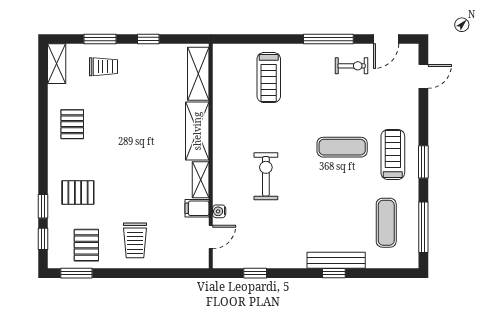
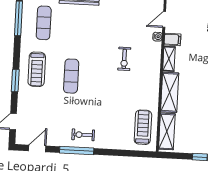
exercise bike: (352, 66) -> (83, 135), moved
treadmill: (269, 78) -> (143, 127), moved
exercise mat: (342, 147) -> (71, 76), turned 90
window: (423, 162) -> (15, 81), moved
exercise bike: (266, 176) -> (124, 59), width x0.73, depth x0.72

